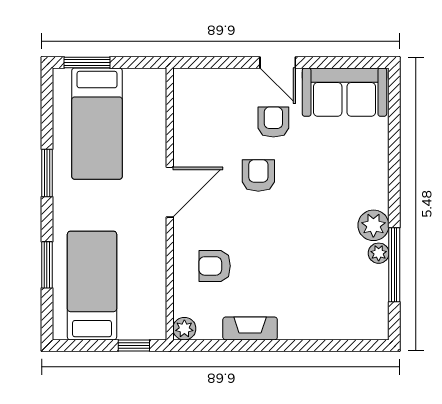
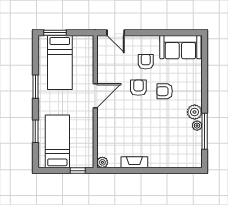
door: (278, 62) -> (116, 33), moved
armchair: (215, 266) -> (165, 91), moved

